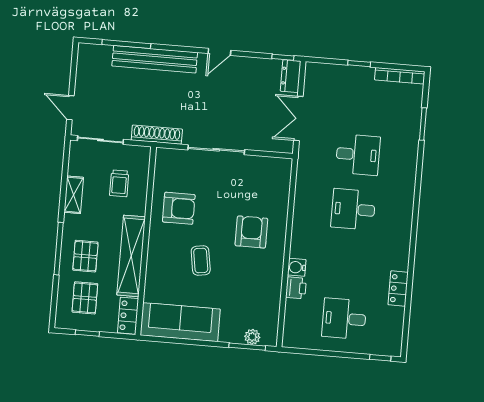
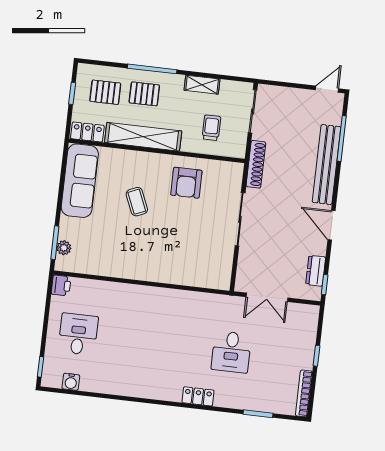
door: (219, 52) -> (332, 225), width x1.38
dresser: (291, 76) -> (316, 271), moved, turned -90
door: (70, 108) -> (327, 89), moved
double door: (298, 118) -> (267, 297), swing flipped
trolley: (119, 183) -> (211, 128), turned 90
desk: (353, 209) -> (180, 346), removed
armchair: (251, 232) -> (162, 250), removed
coffee table: (201, 261) -> (137, 202), turned 76
water cooler: (297, 267) -> (71, 382), moved, turned 180
printer: (296, 288) -> (61, 285), moved, turned -90
locker: (398, 288) -> (198, 396), moved

